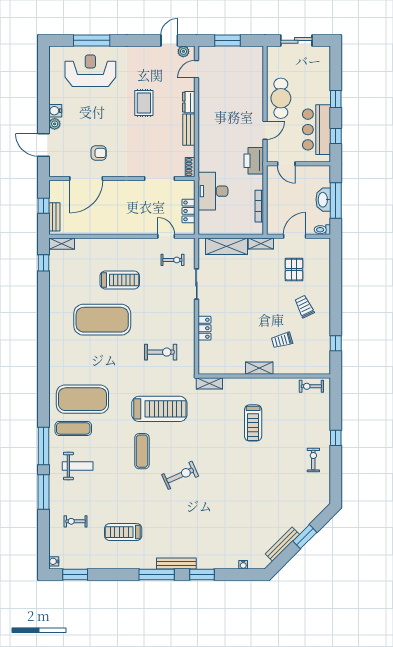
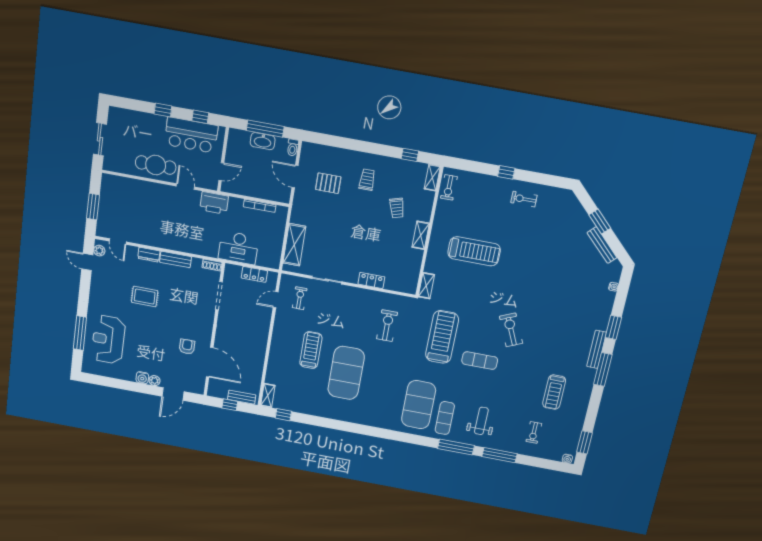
shelving: (261, 243) -> (432, 178), moved
trolley: (304, 307) -> (367, 180), turned 116
treadmill: (253, 423) -> (474, 251), width x1.37, depth x1.38

